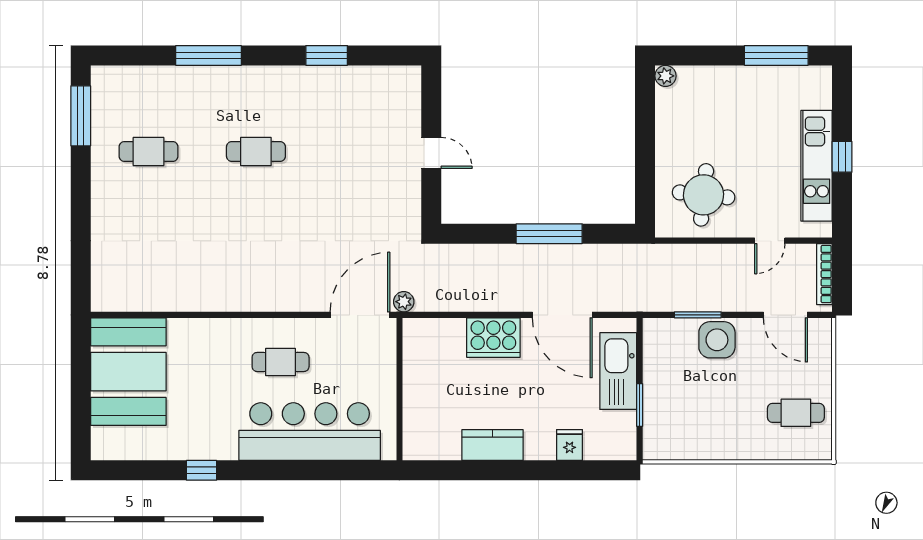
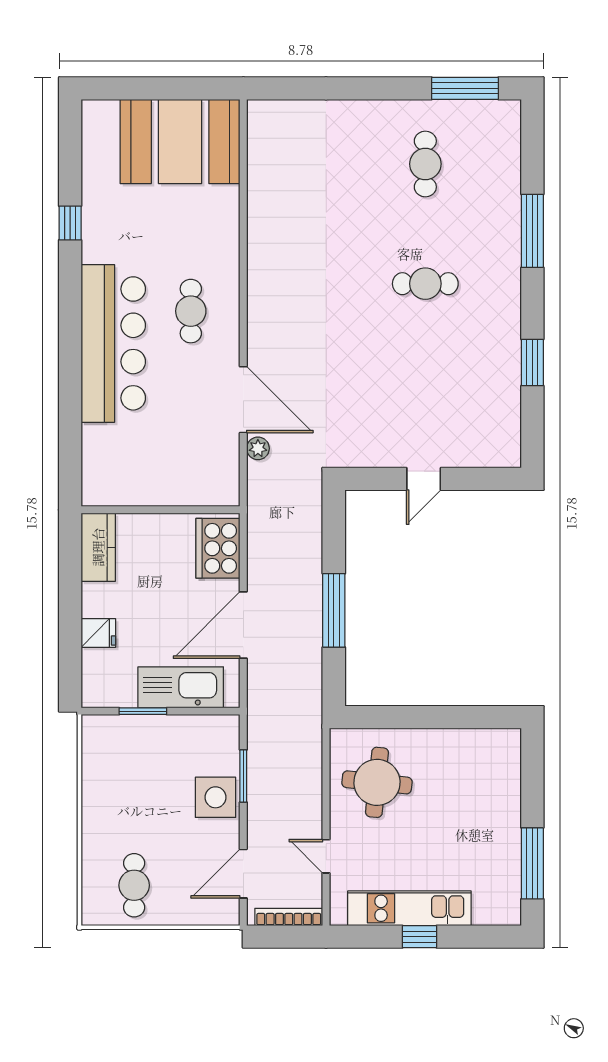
plant: (665, 76) -> (510, 740), removed
cafe table: (256, 151) -> (425, 284), turned 90
wall: (399, 389) -> (161, 510), moved

